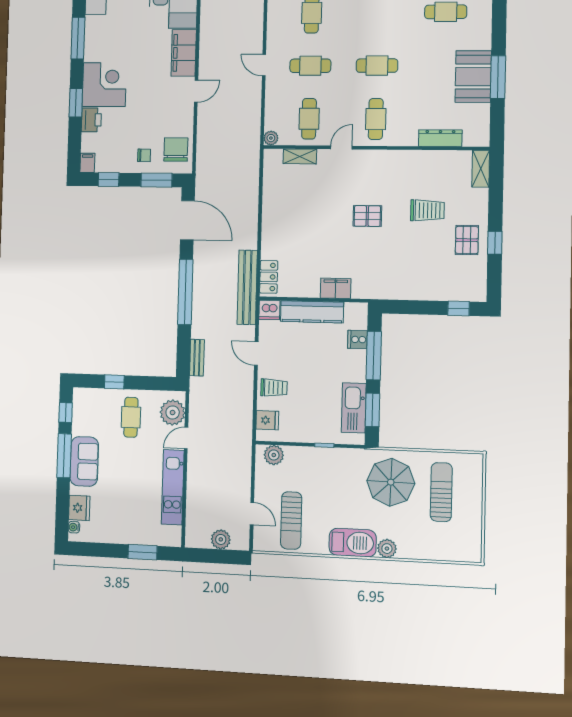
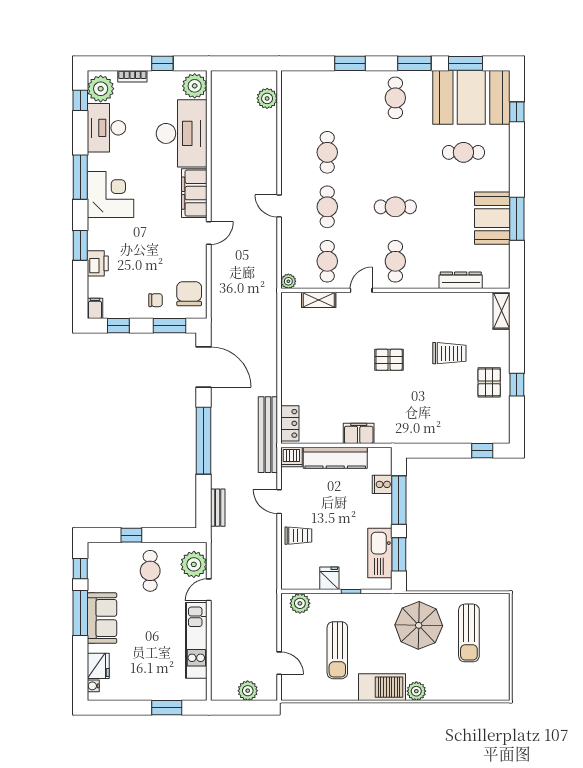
cafe table: (310, 66) -> (327, 207), turned 90
corner desk: (104, 85) -> (110, 194), moved
fridge: (267, 420) -> (329, 578), moved, turned -90
sun lounger: (441, 492) -> (469, 633), turned 180
sun lounger: (291, 521) -> (337, 650), moved

